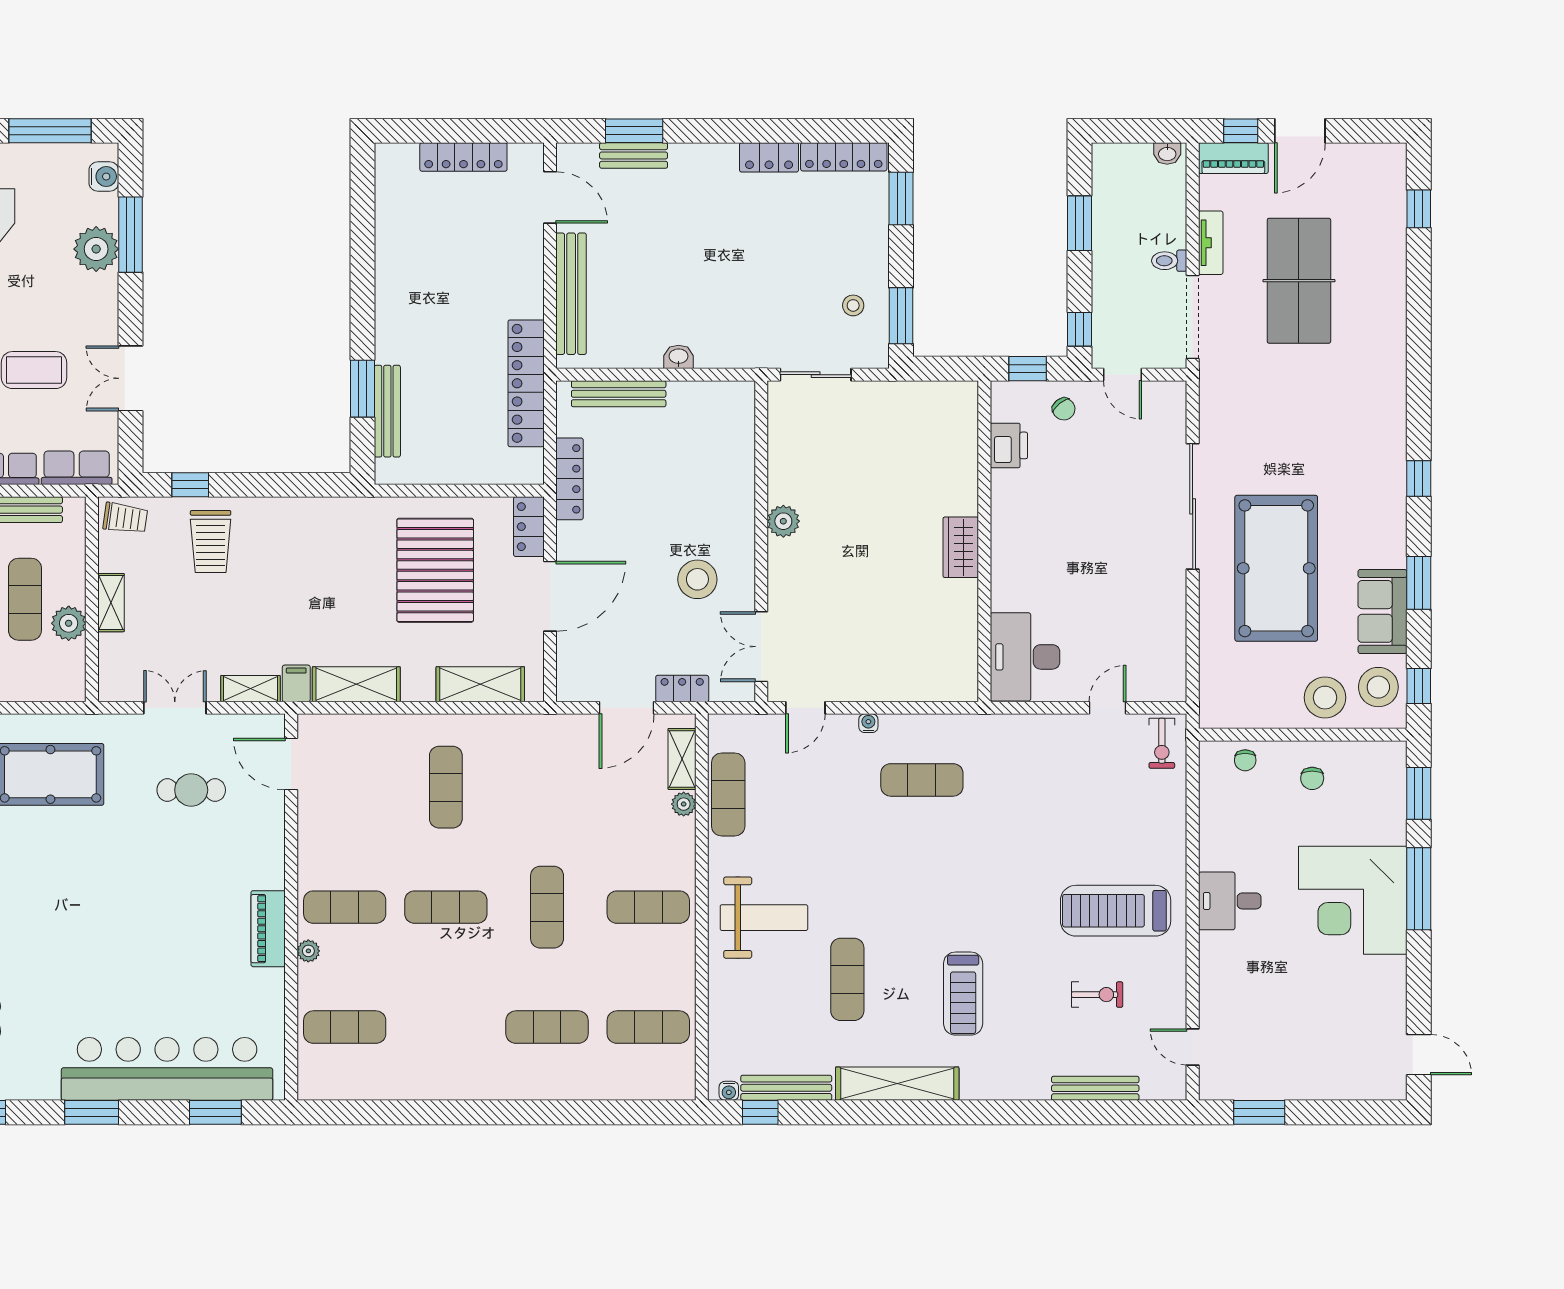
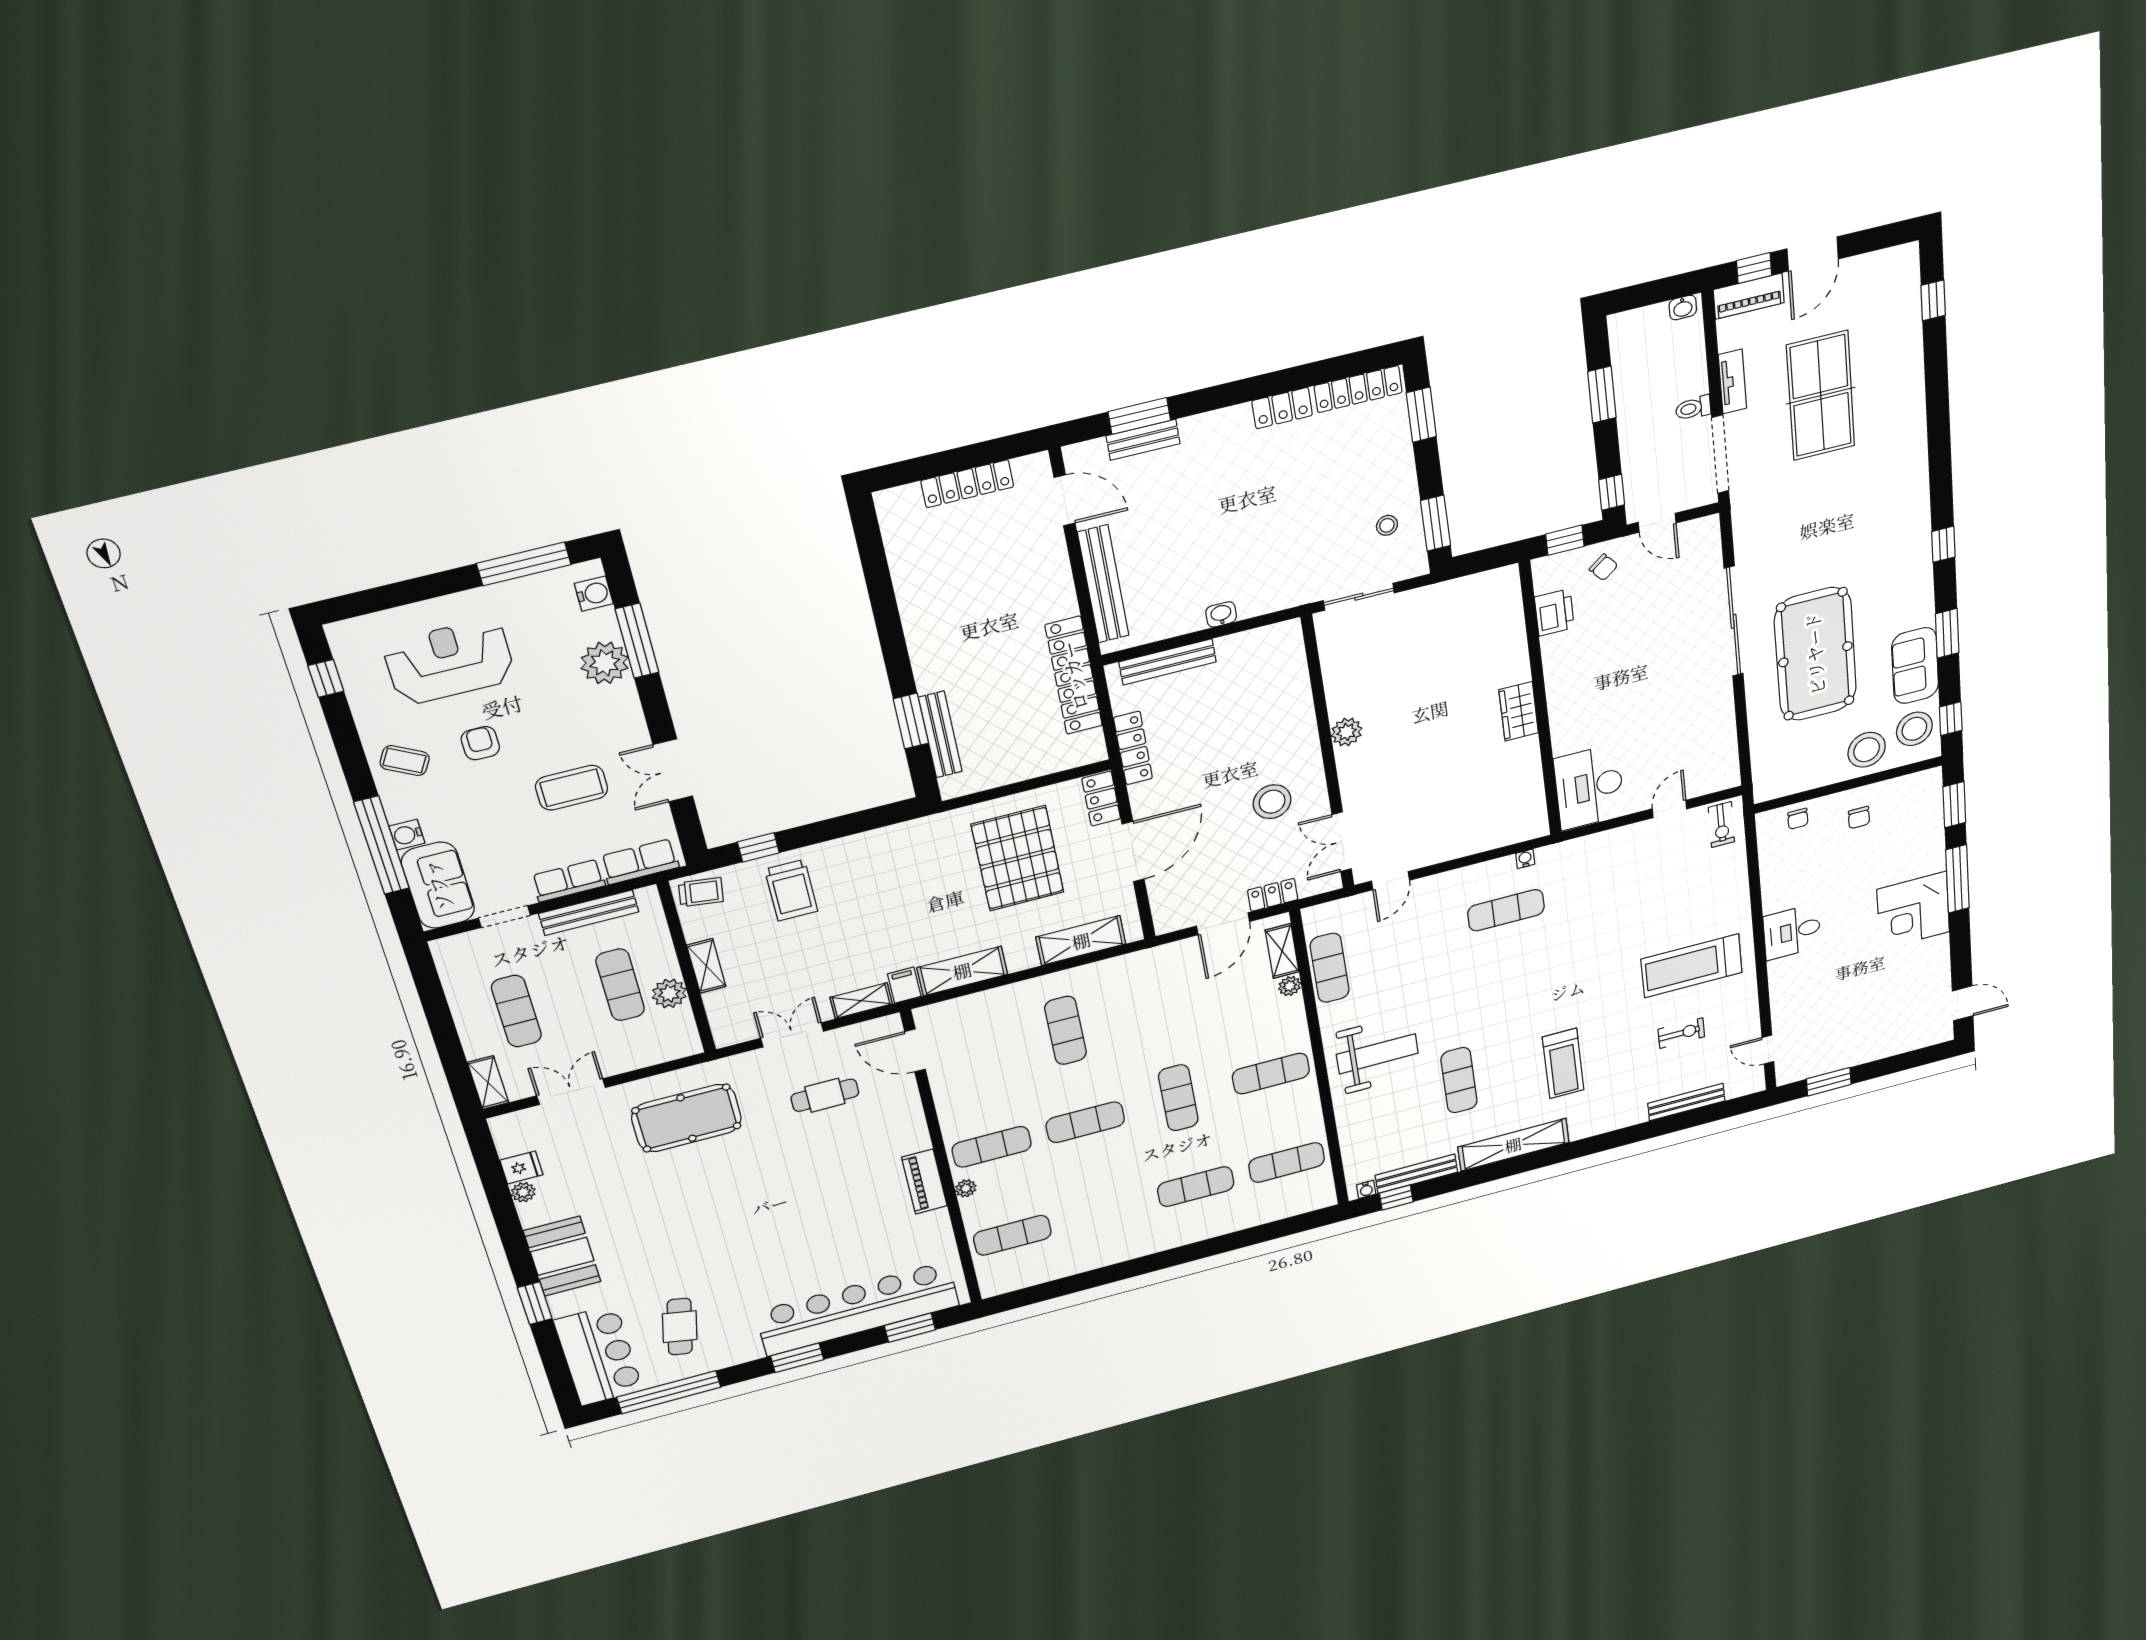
water cooler: (868, 723) -> (1525, 859), moved
corner desk: (1353, 900) -> (1913, 911), width x0.74, depth x0.74

